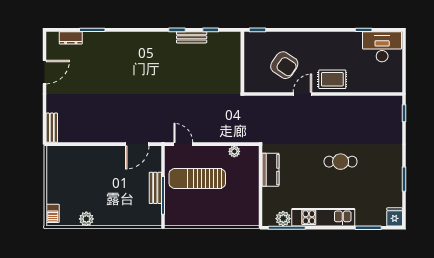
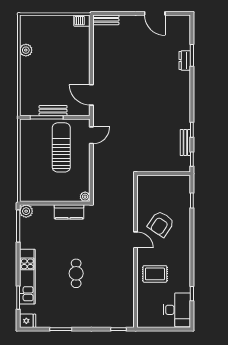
dresser: (71, 38) -> (185, 60), moved
wall: (242, 62) -> (164, 174), moved
rug: (332, 79) -> (155, 274), moved, turned 90
plant: (234, 151) -> (85, 197), moved
barbecue: (53, 213) -> (82, 21), moved
kitchen unit: (323, 217) -> (27, 277), moved
plant: (283, 219) -> (26, 211), moved

